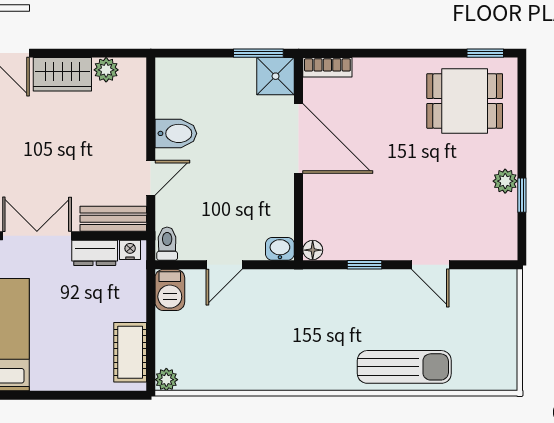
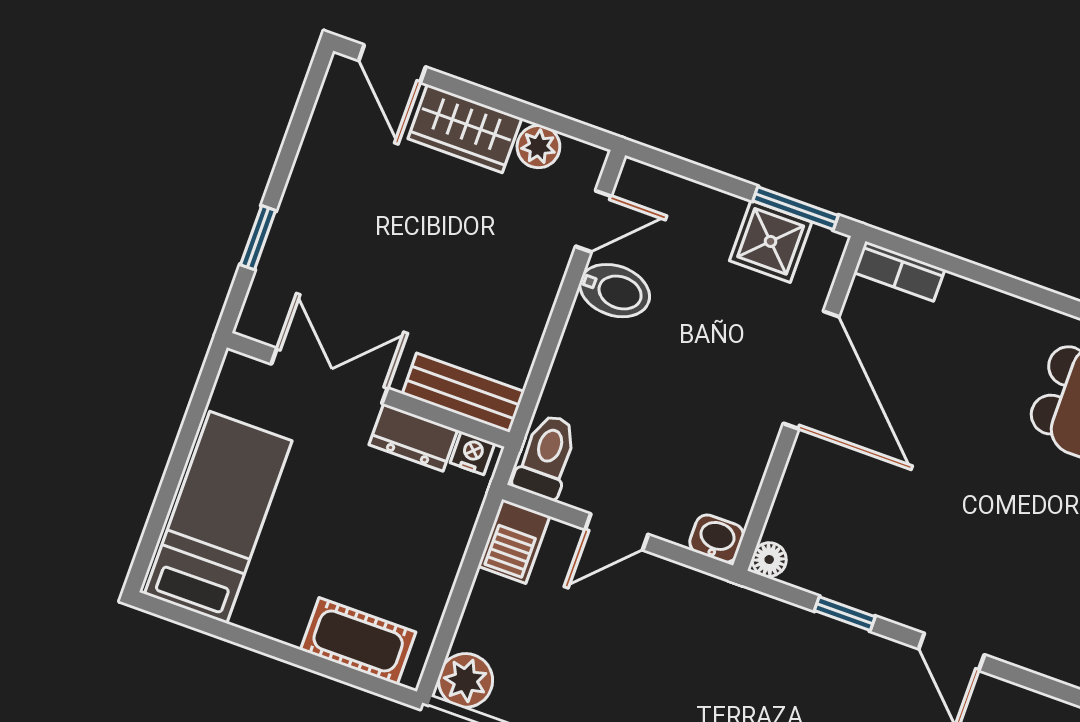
shower: (276, 76) -> (771, 241), moved
door: (151, 178) -> (593, 221), moved
toilet: (167, 244) -> (546, 456), width x1.37, depth x1.39
cot: (130, 352) -> (358, 641), moved, turned 90
plant: (166, 380) -> (466, 680), width x1.38, depth x1.38

